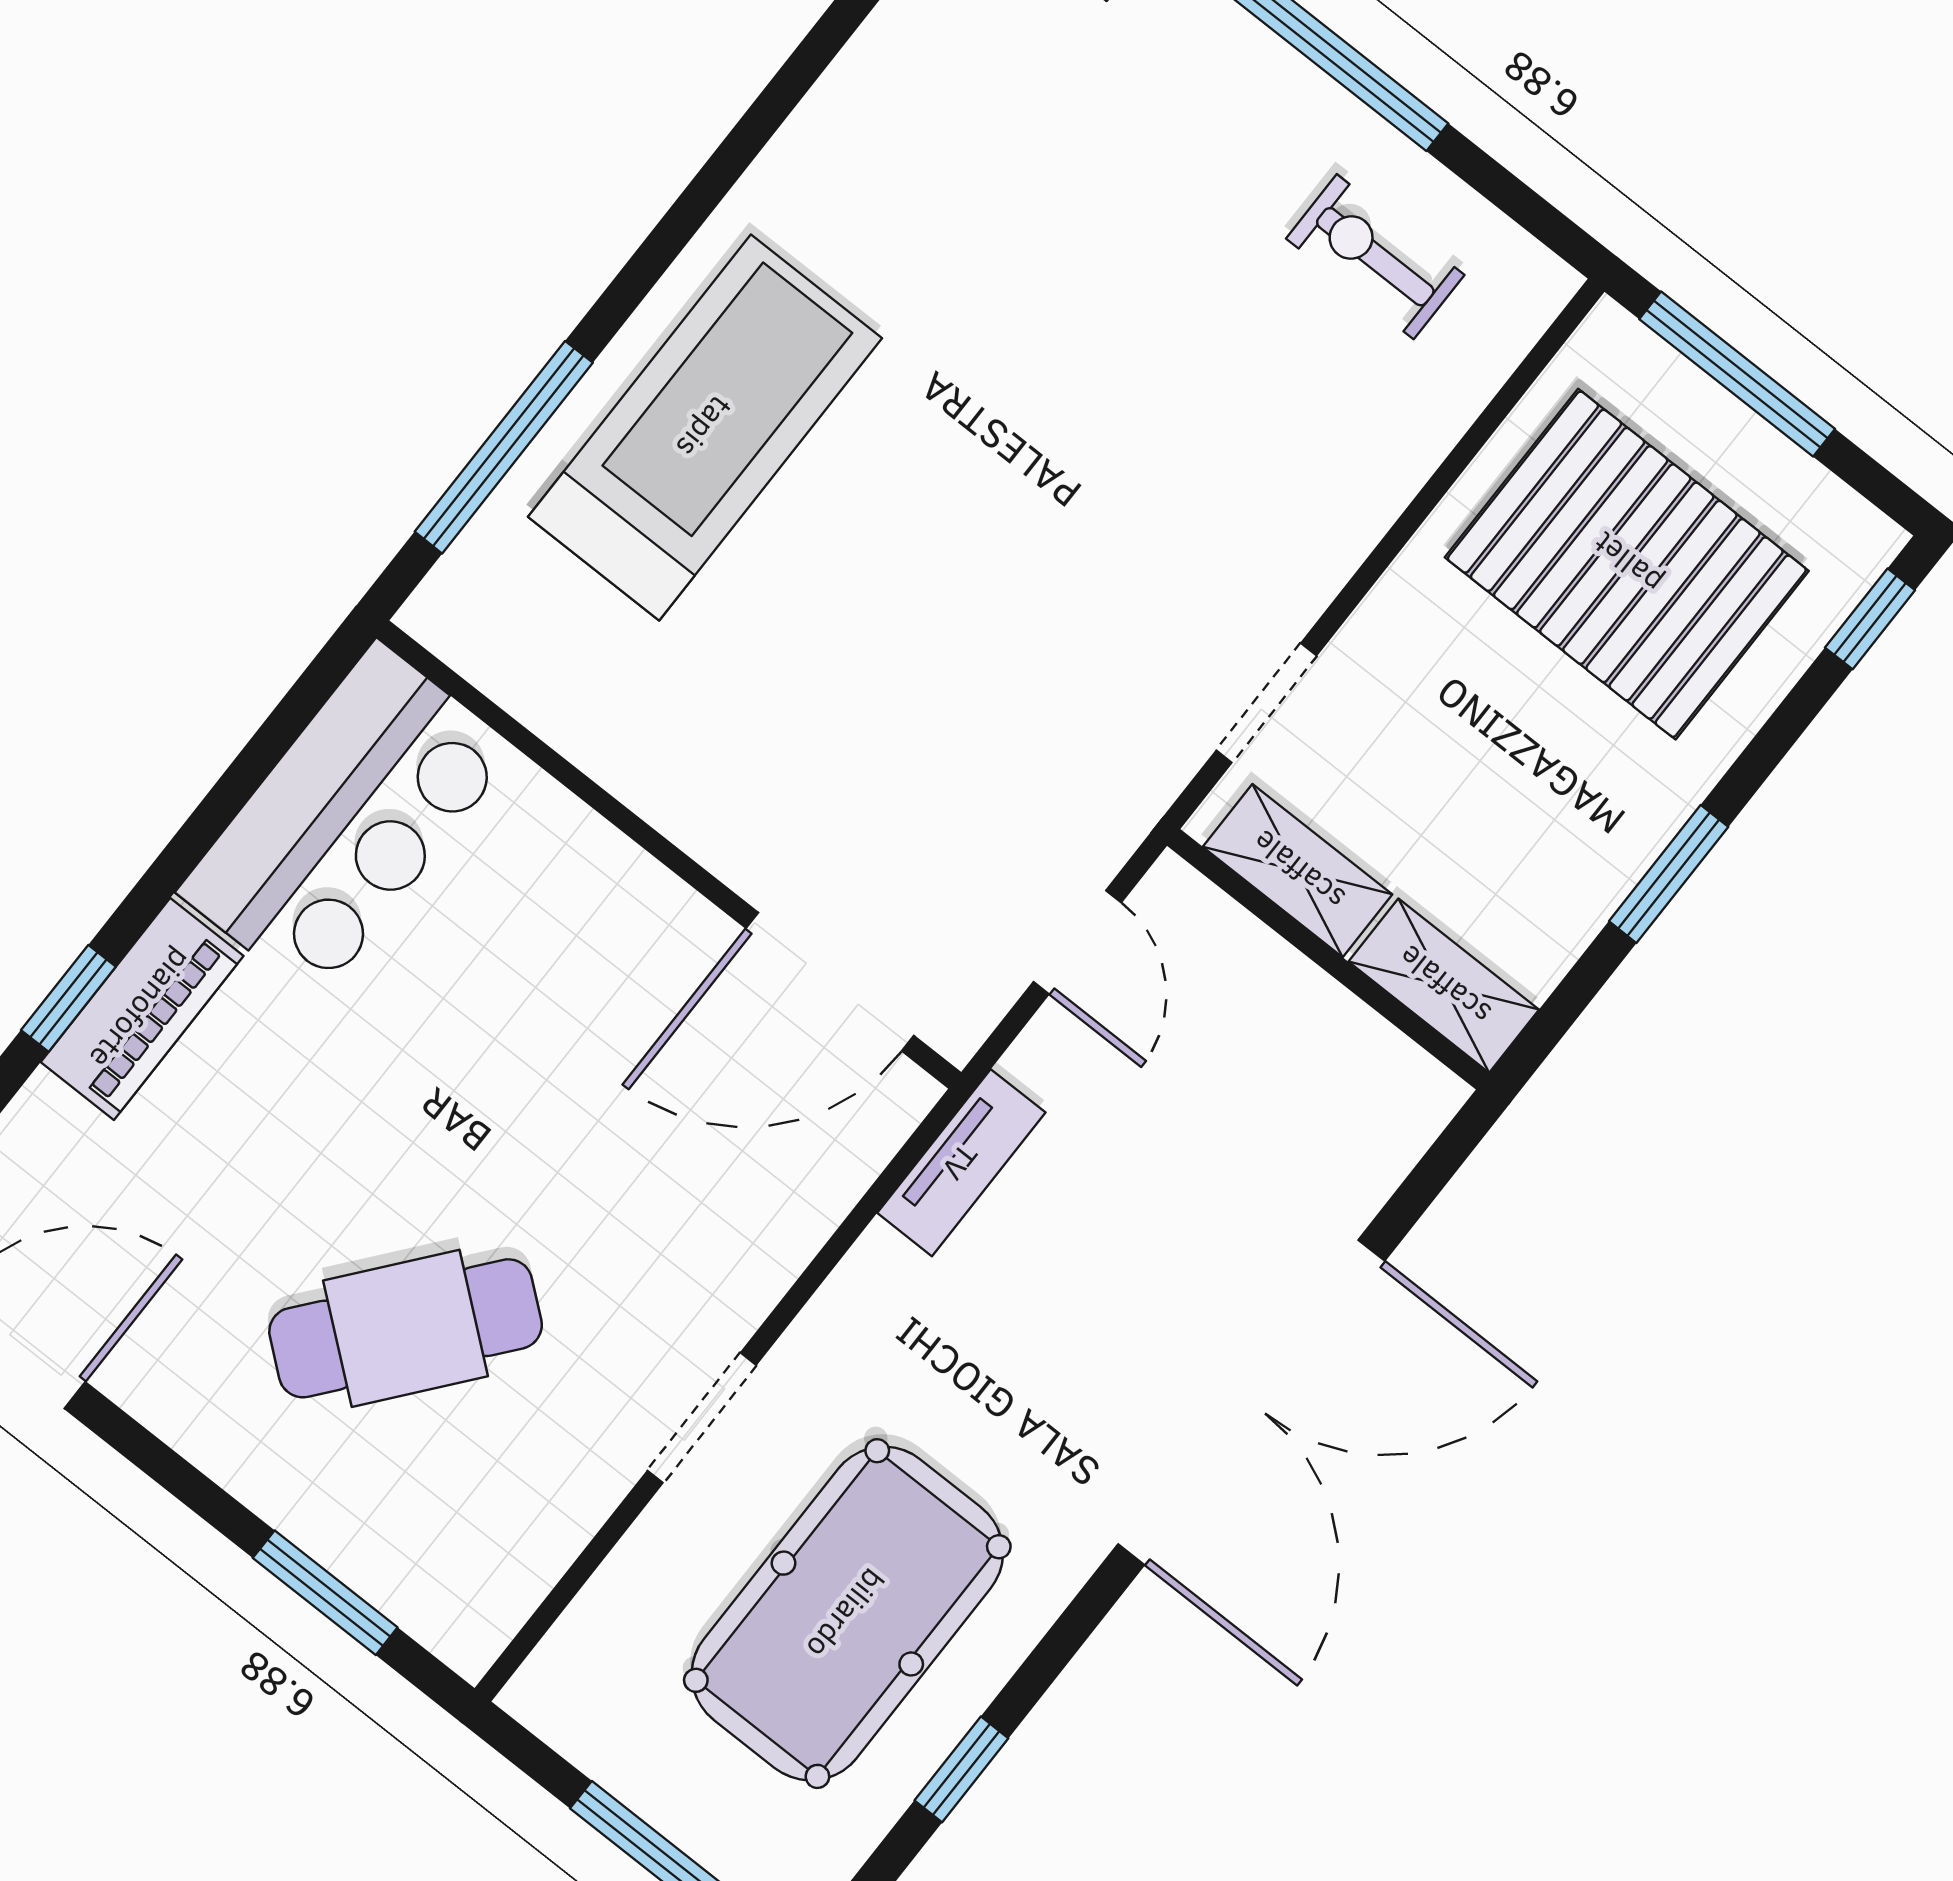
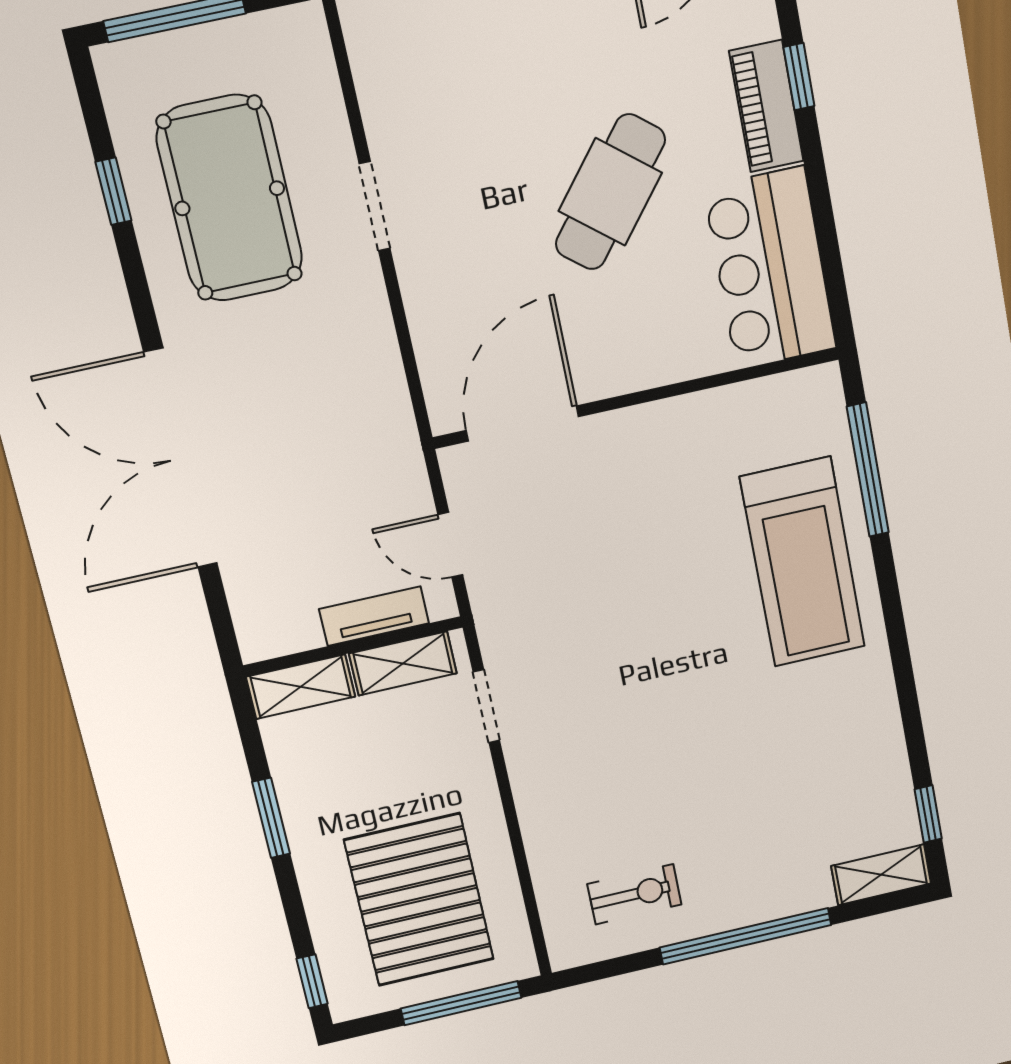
pallet: (1627, 564) -> (419, 900), turned 90
tv unit: (961, 1163) -> (374, 616), moved, turned 90
cafe table: (406, 1328) -> (610, 192), moved

